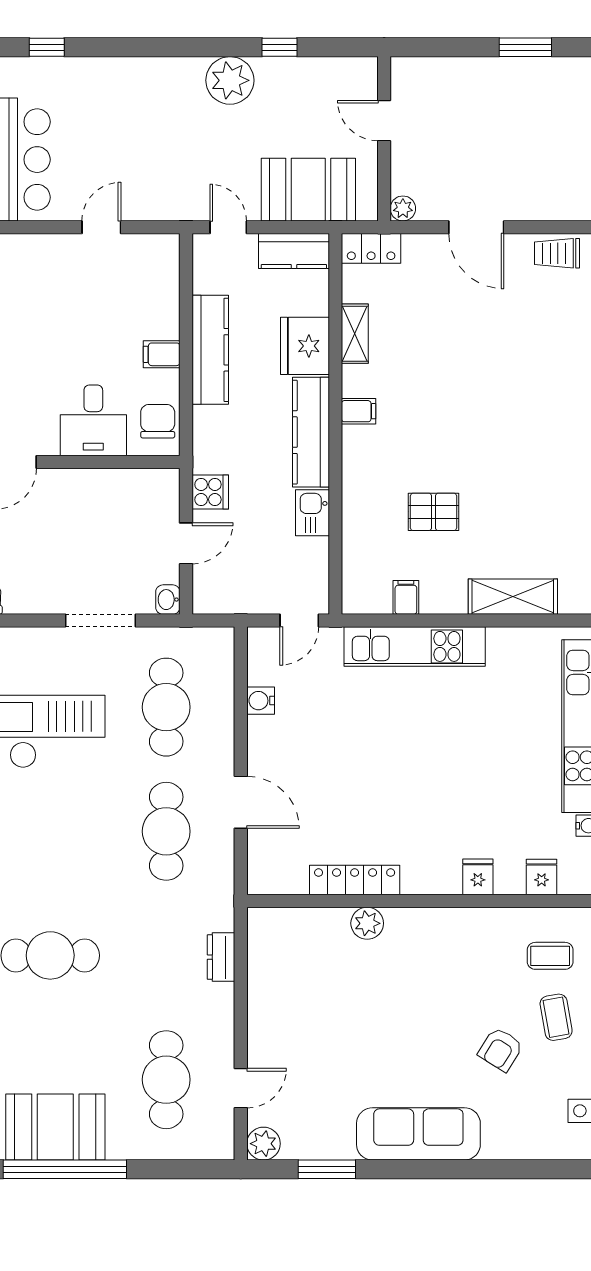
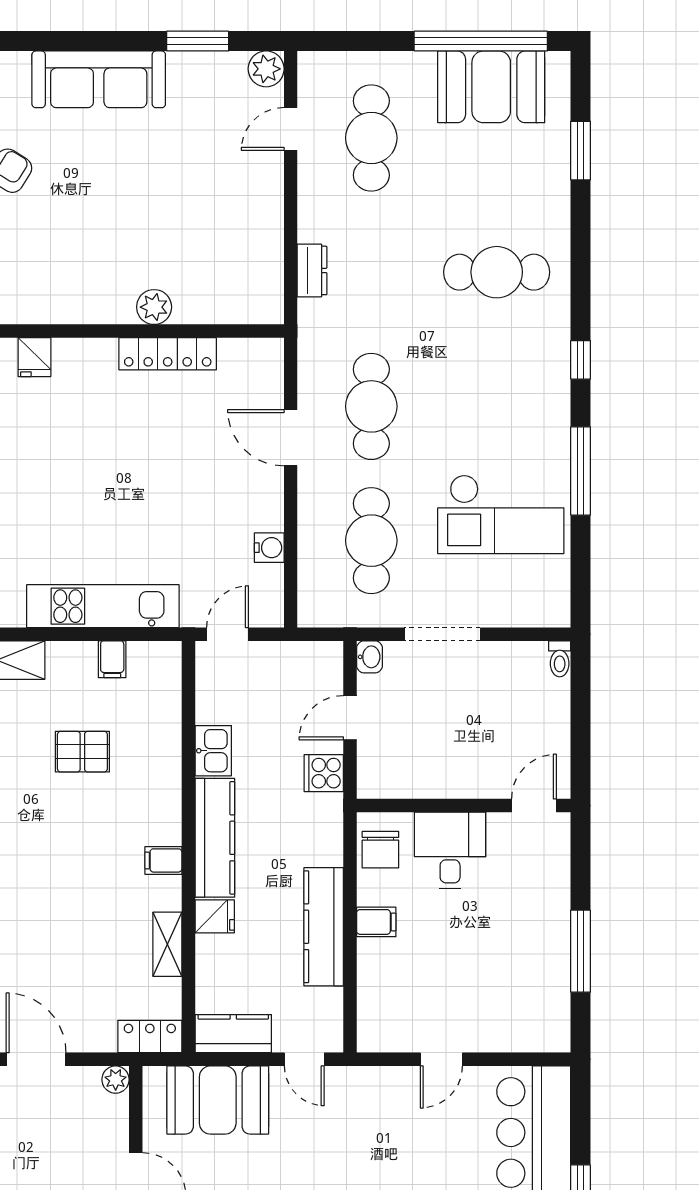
fridge: (305, 346) -> (215, 916), width x0.53, depth x0.75

